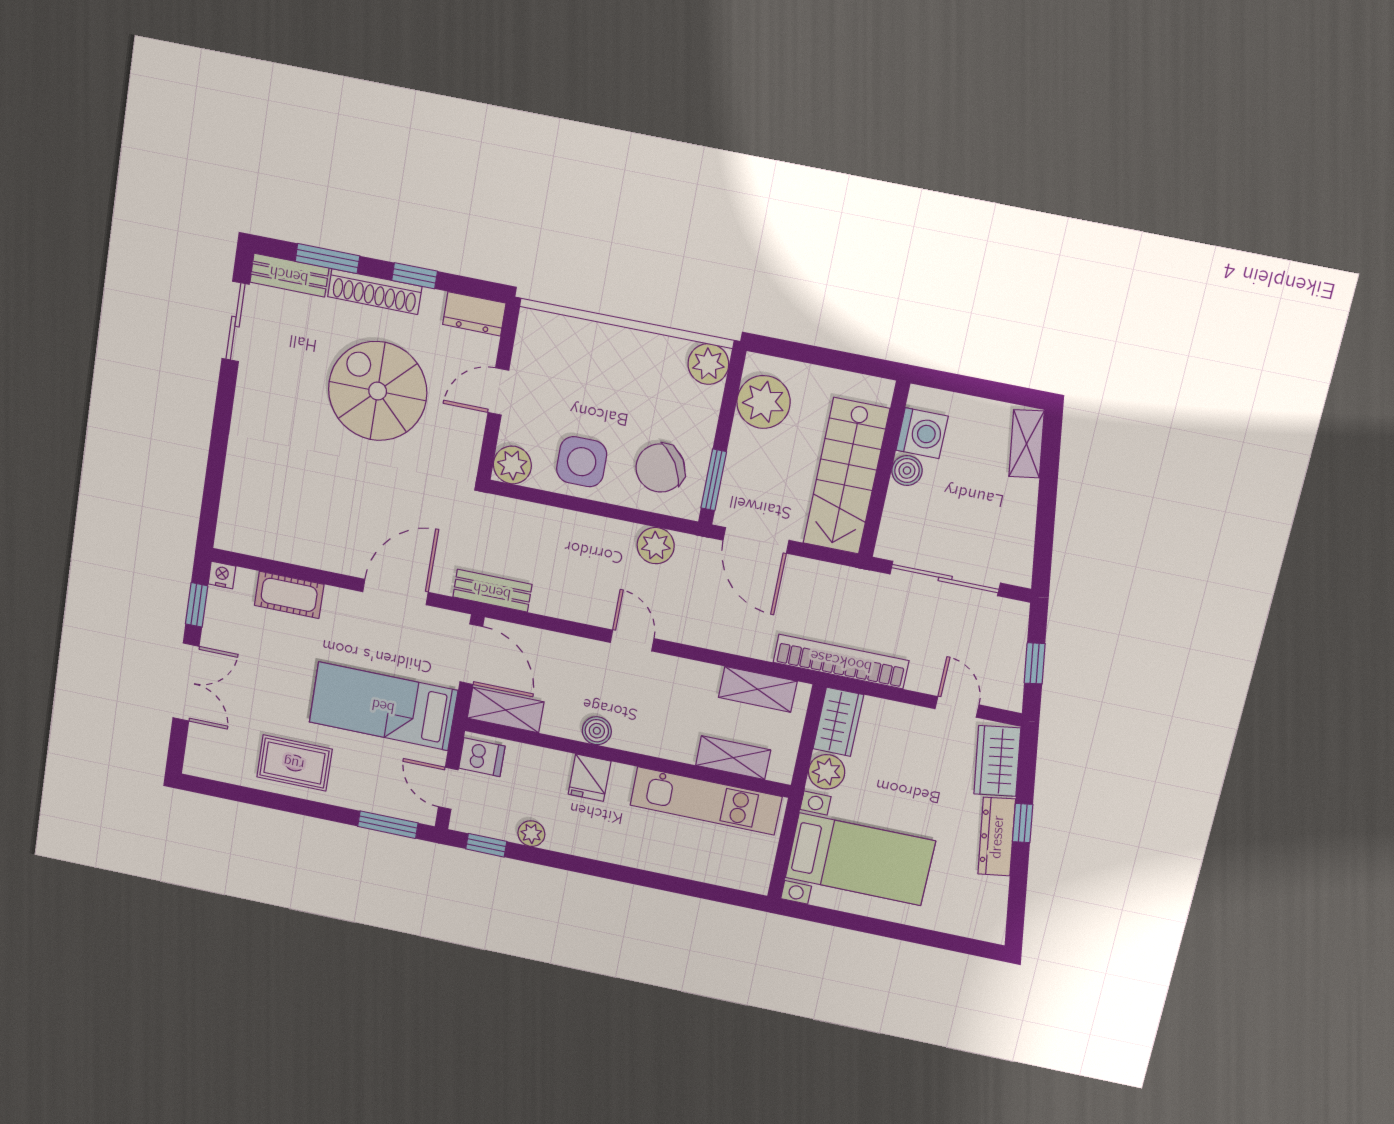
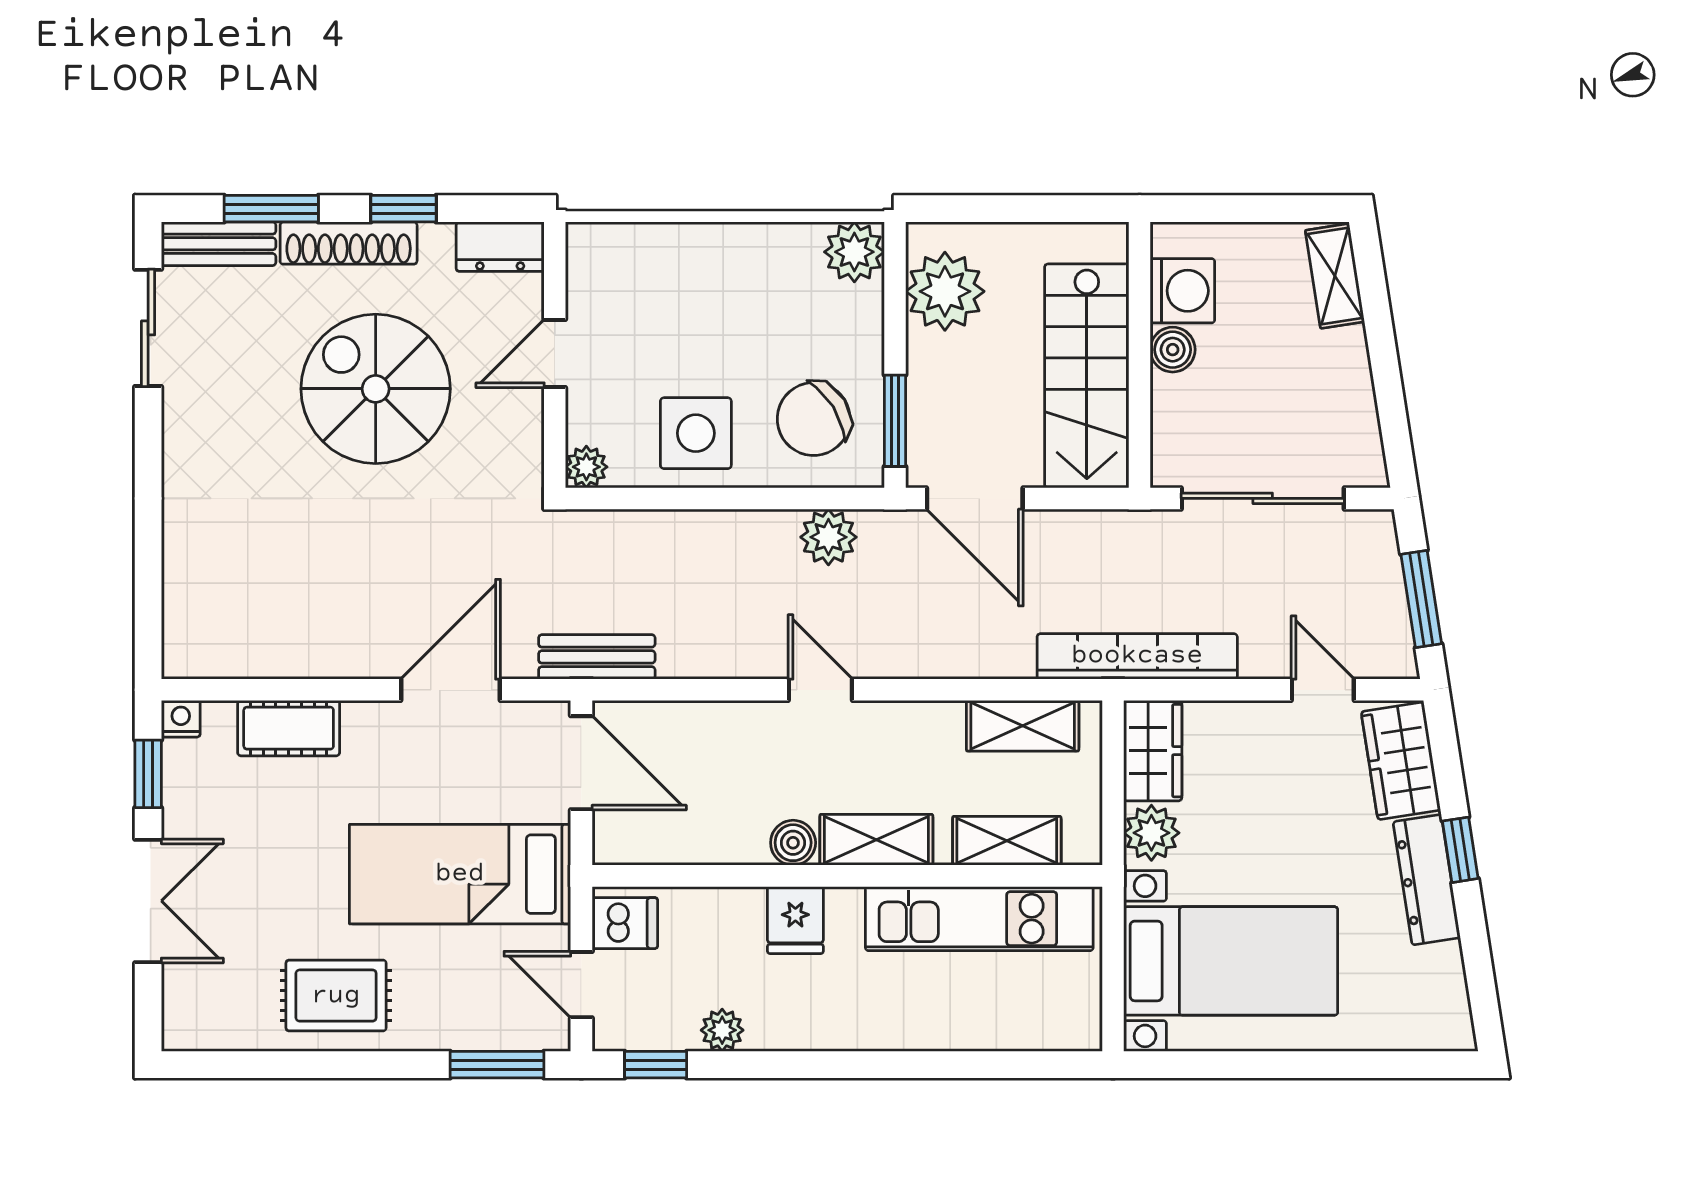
plant: (512, 465) -> (586, 467), width x0.73, depth x0.73
window: (1035, 663) -> (1421, 599), width x1.50
shelving: (506, 710) -> (876, 840), moved

